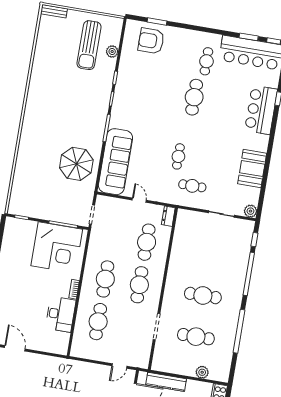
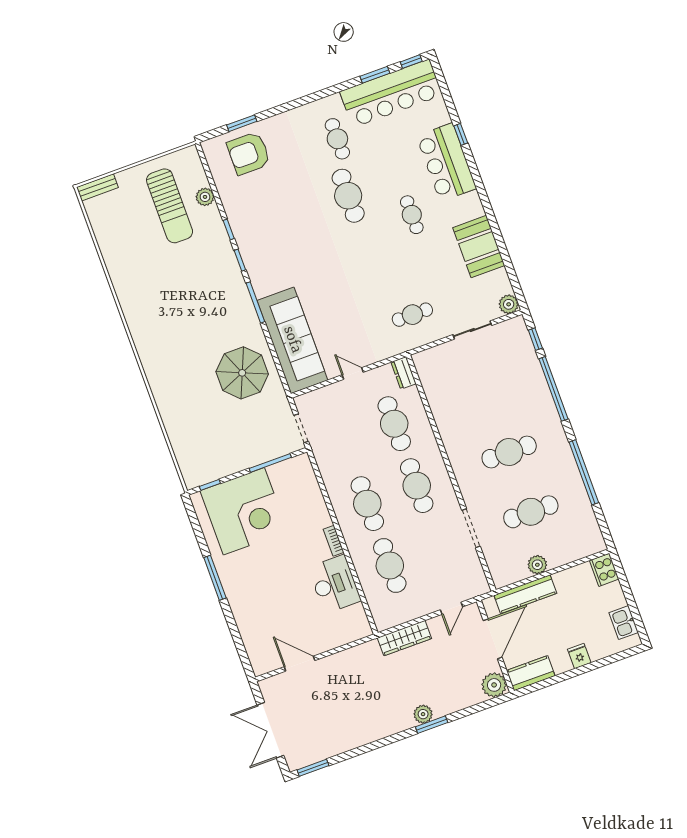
cafe table: (178, 156) -> (412, 215), moved
corner desk: (57, 247) -> (244, 511), moved
wardrobe: (83, 368) -> (404, 638), added
plant: (202, 372) -> (537, 565), moved

